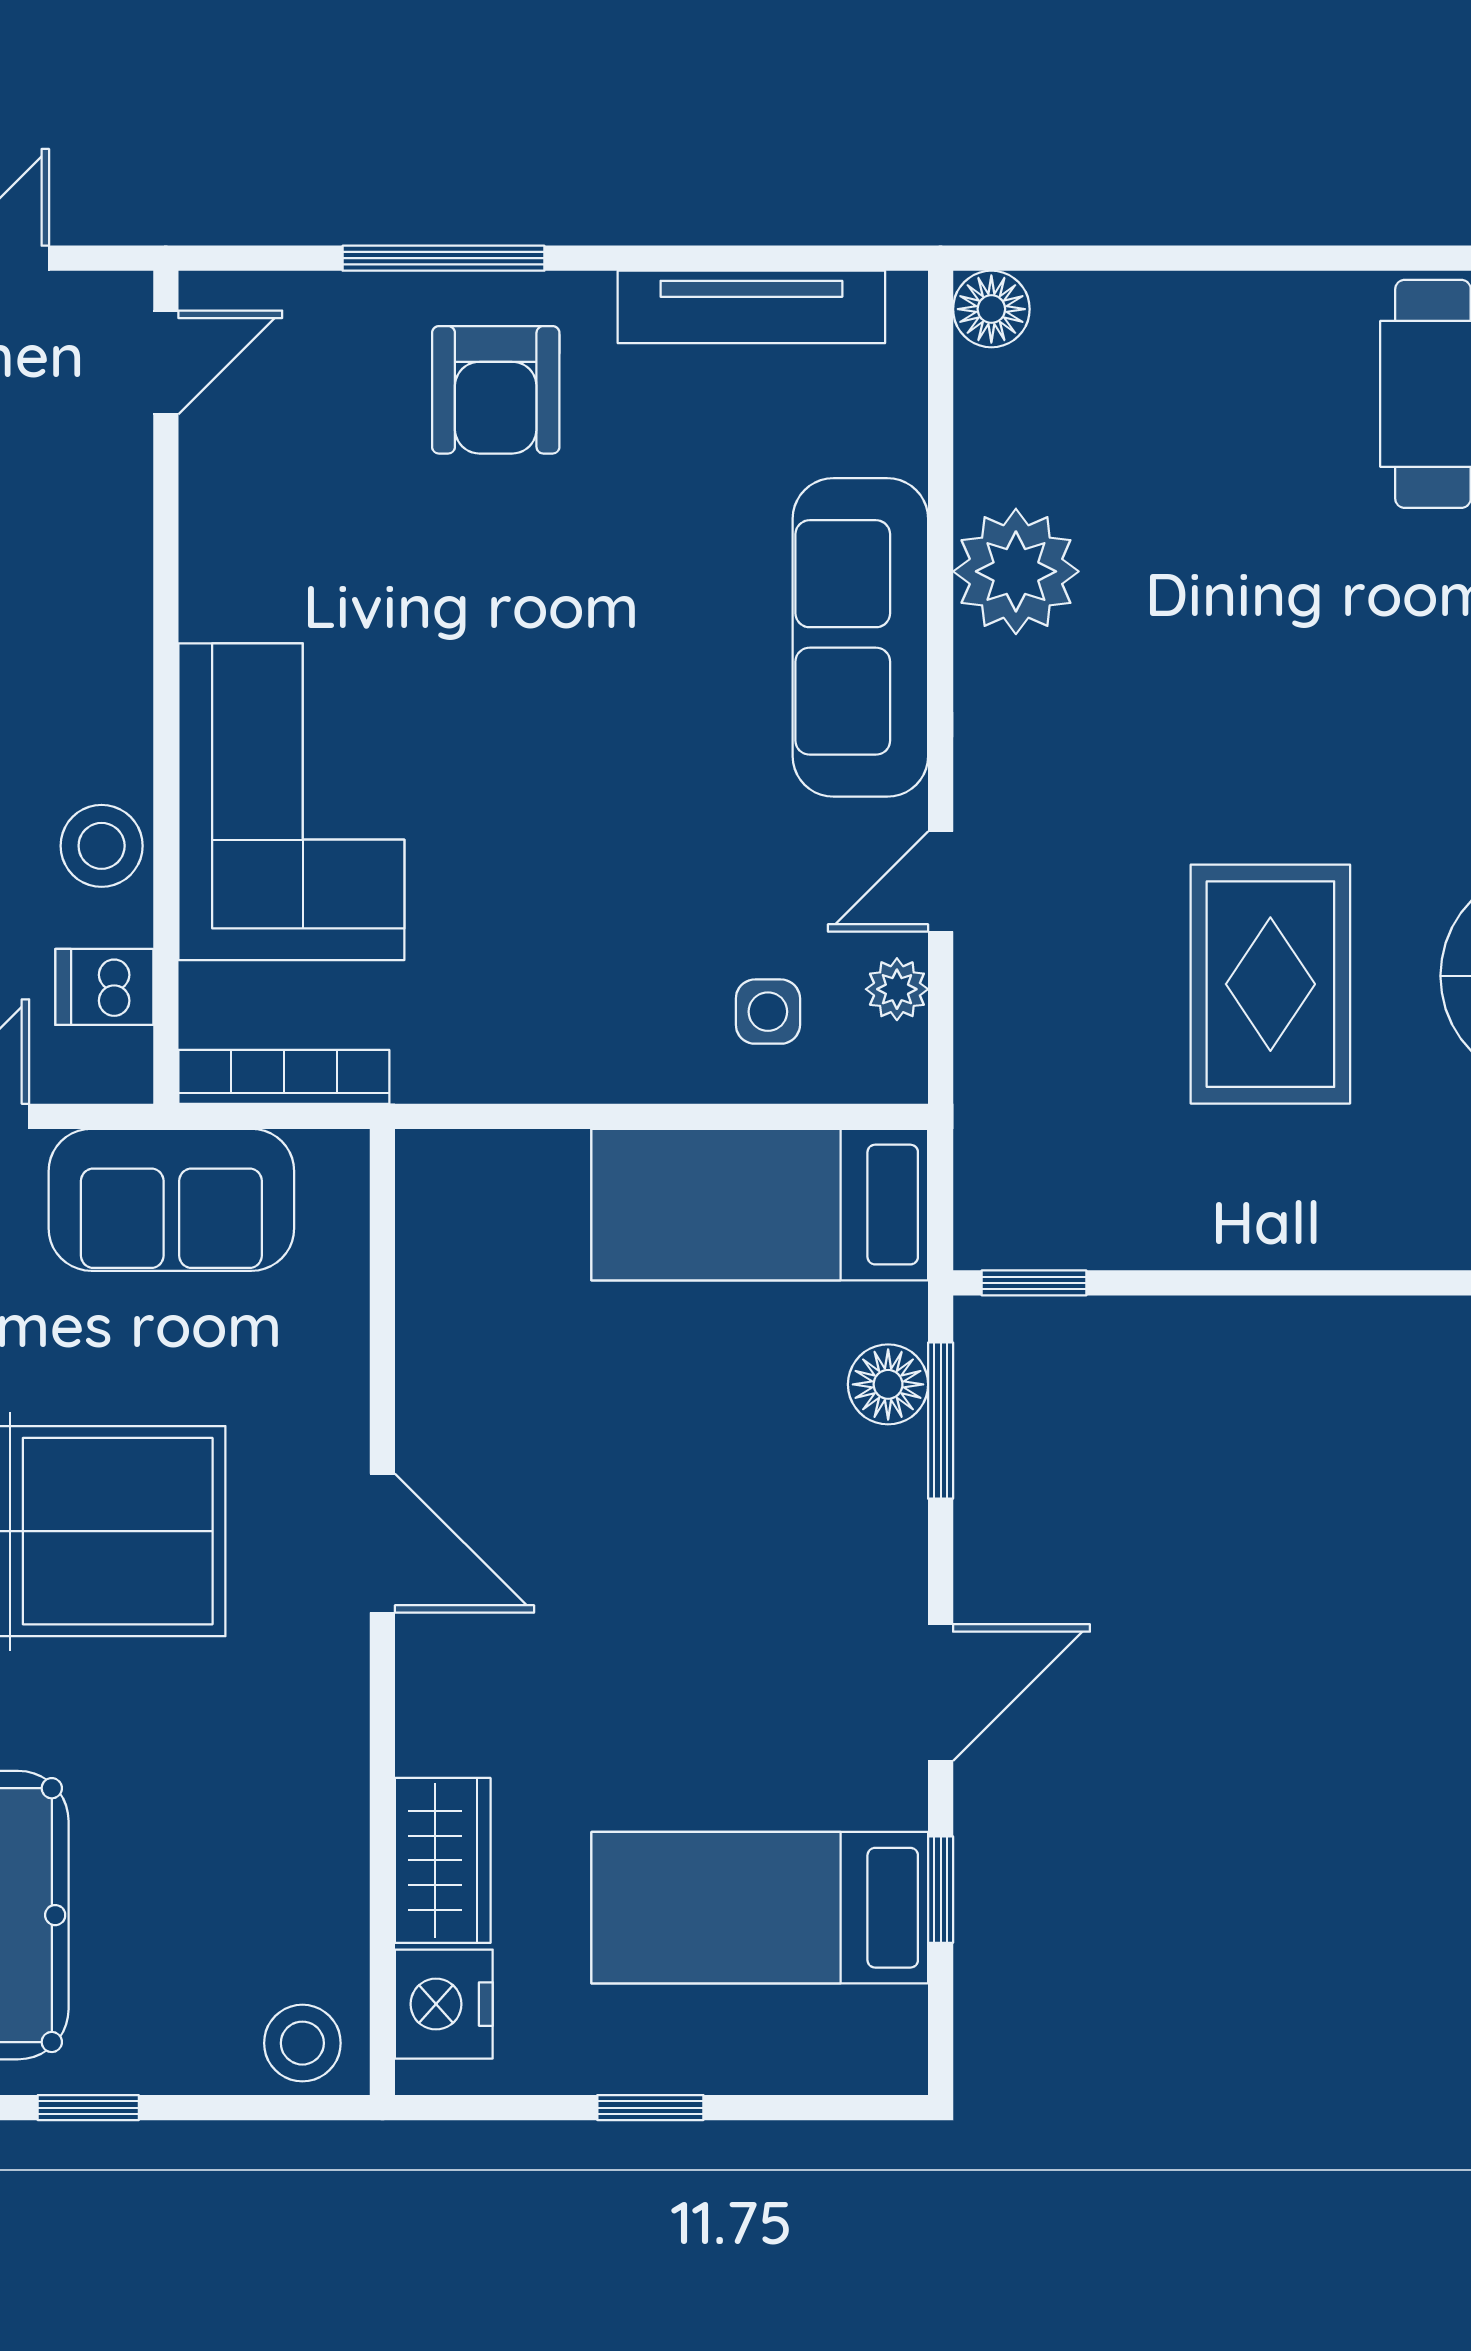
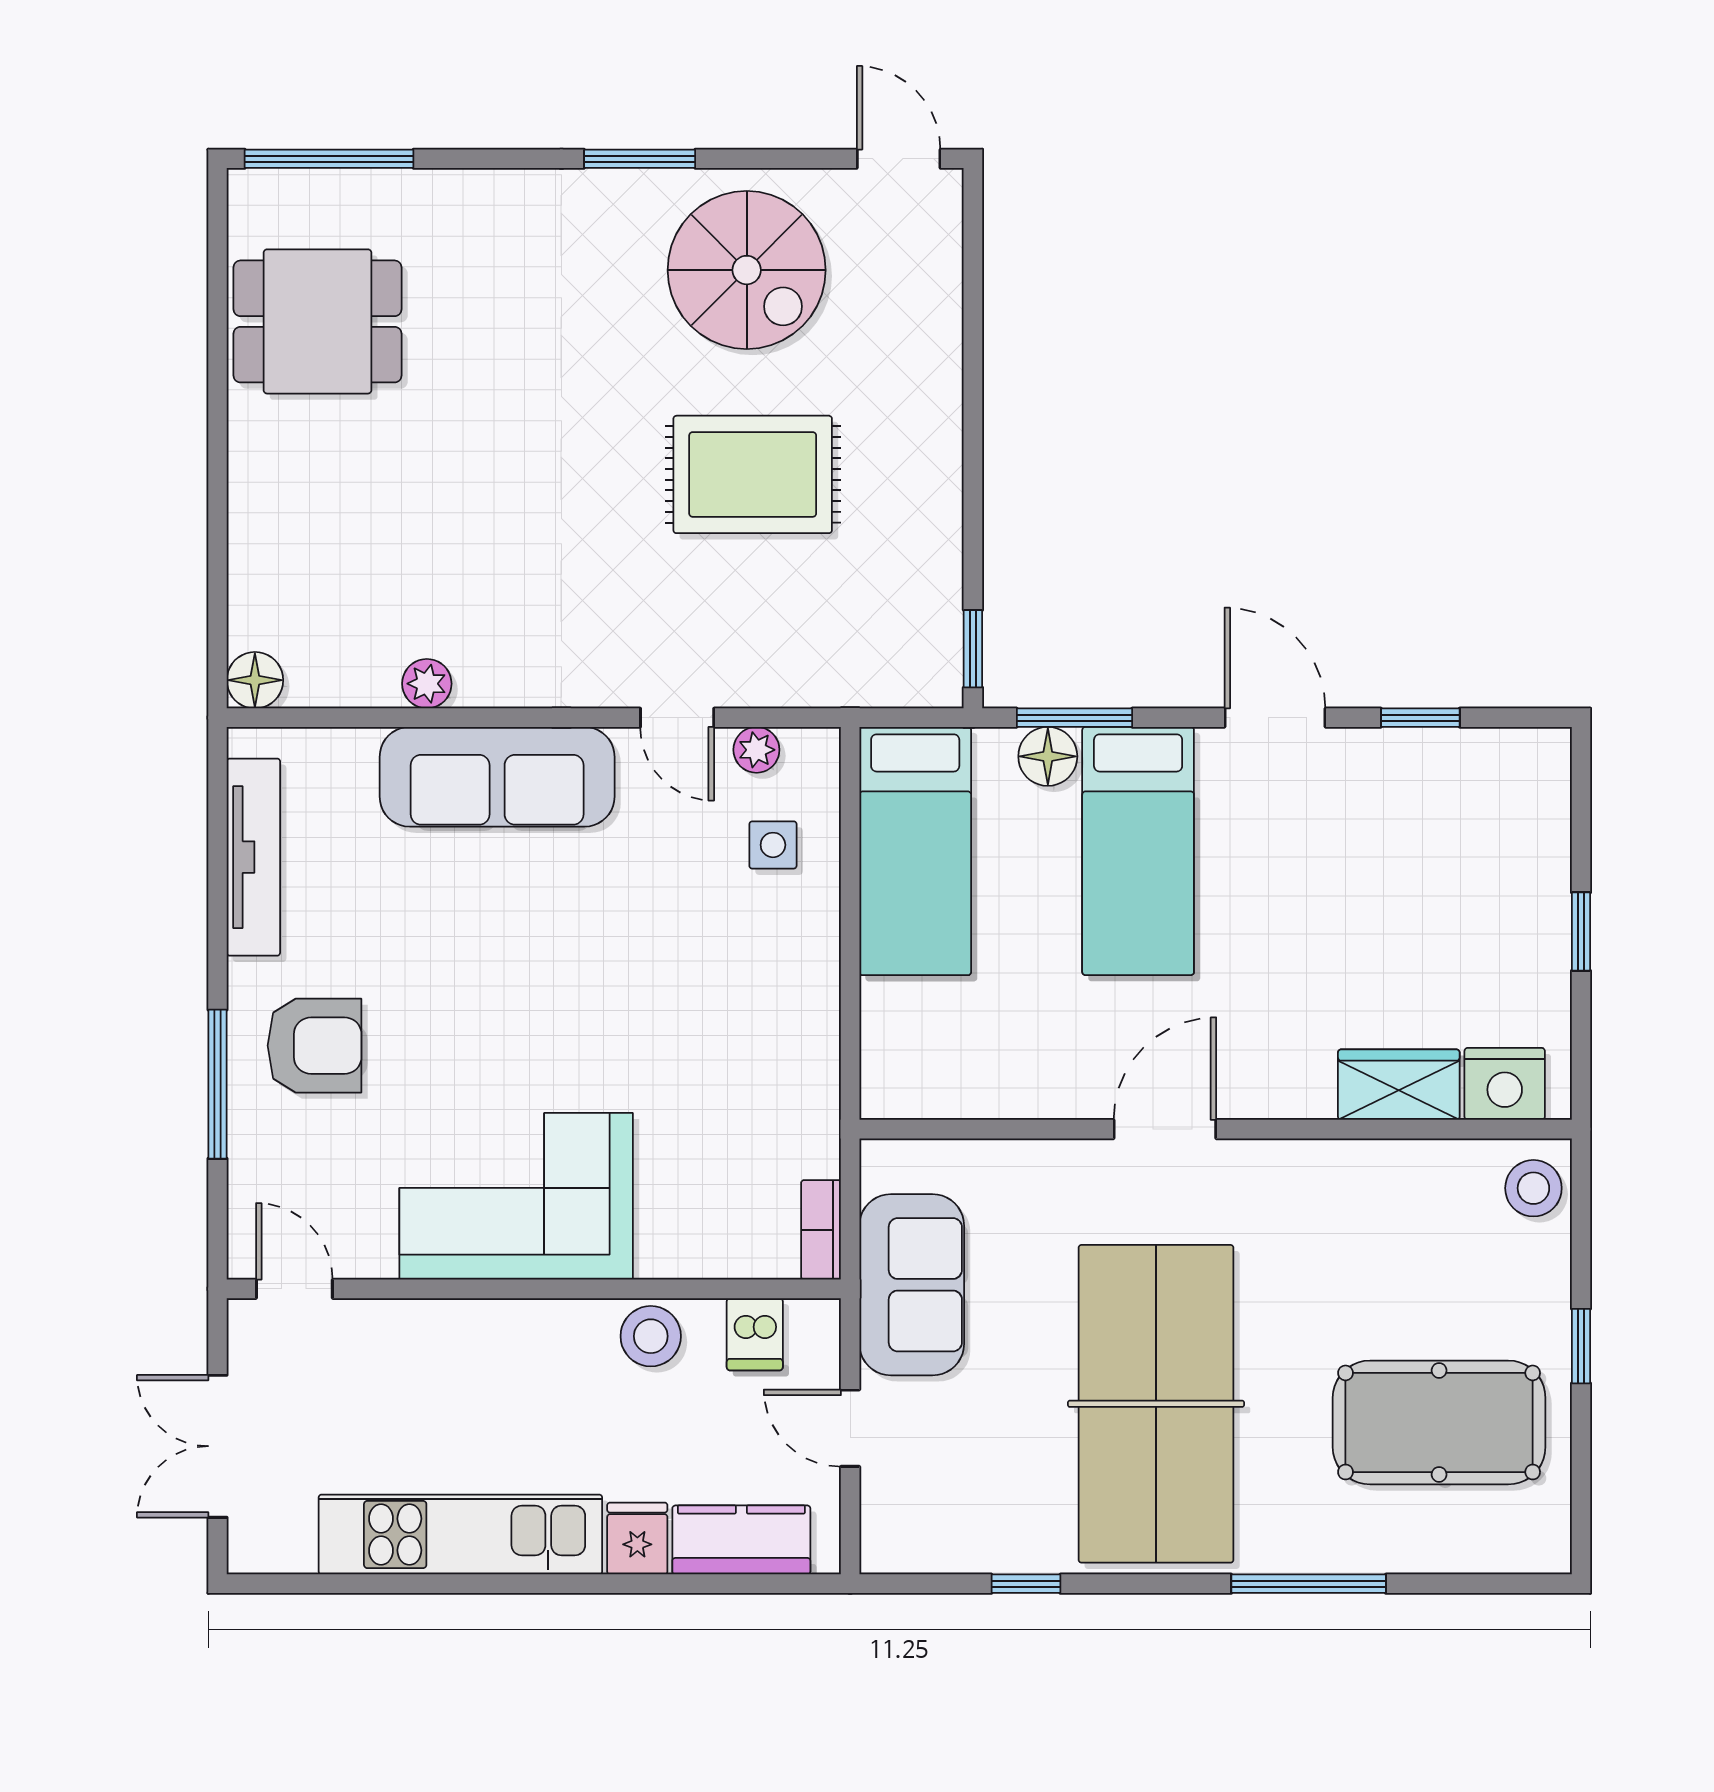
plant: (1016, 571) -> (427, 684), width x0.53, depth x0.53
corner sofa: (291, 802) -> (516, 1196), moved
bookcase: (284, 1077) -> (821, 1230), width x0.64
bed: (760, 1908) -> (1138, 851), moved

